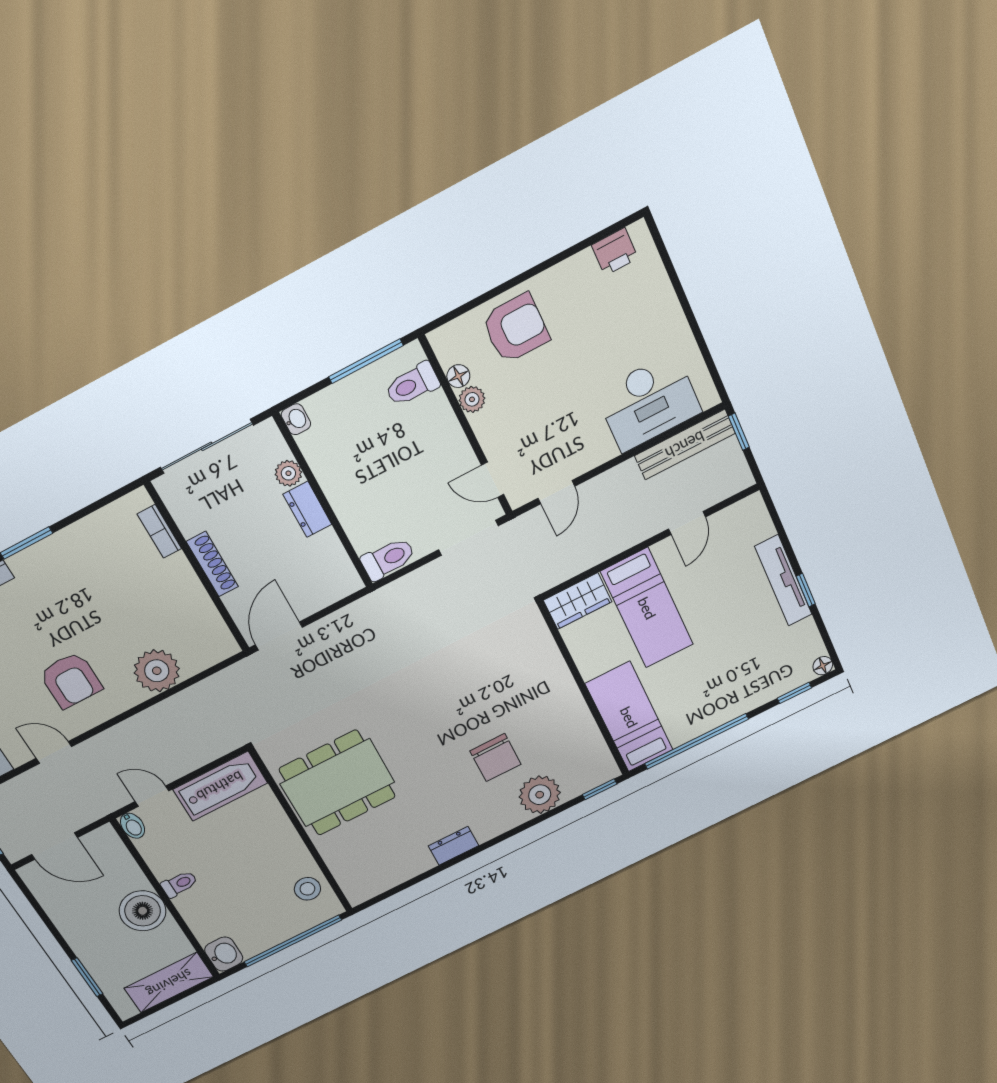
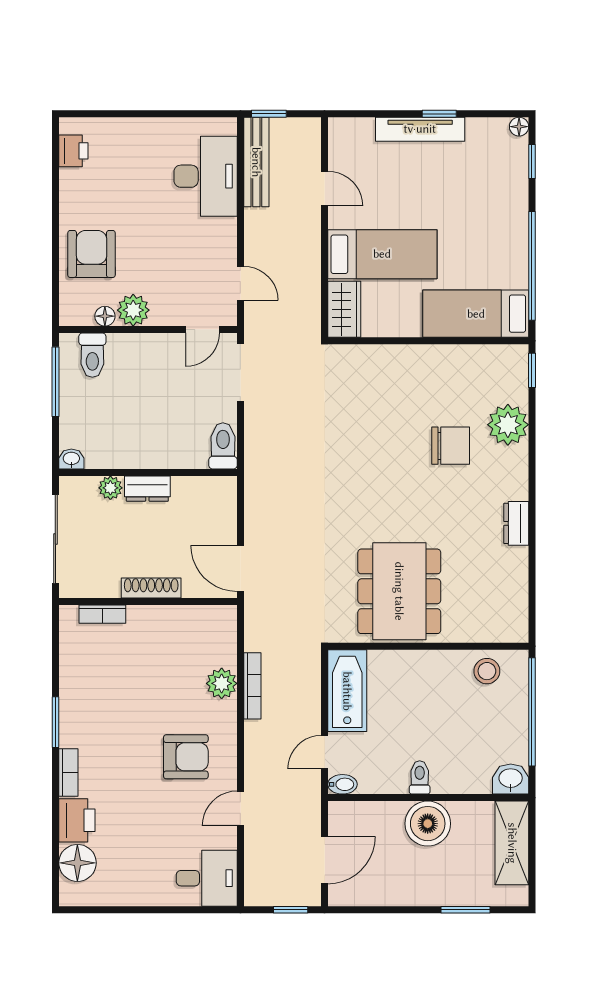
plant: (472, 399) -> (133, 310), width x1.38, depth x1.38
plant: (157, 671) -> (222, 683), width x0.73, depth x0.73
bookcase: (174, 704) -> (252, 686), added

